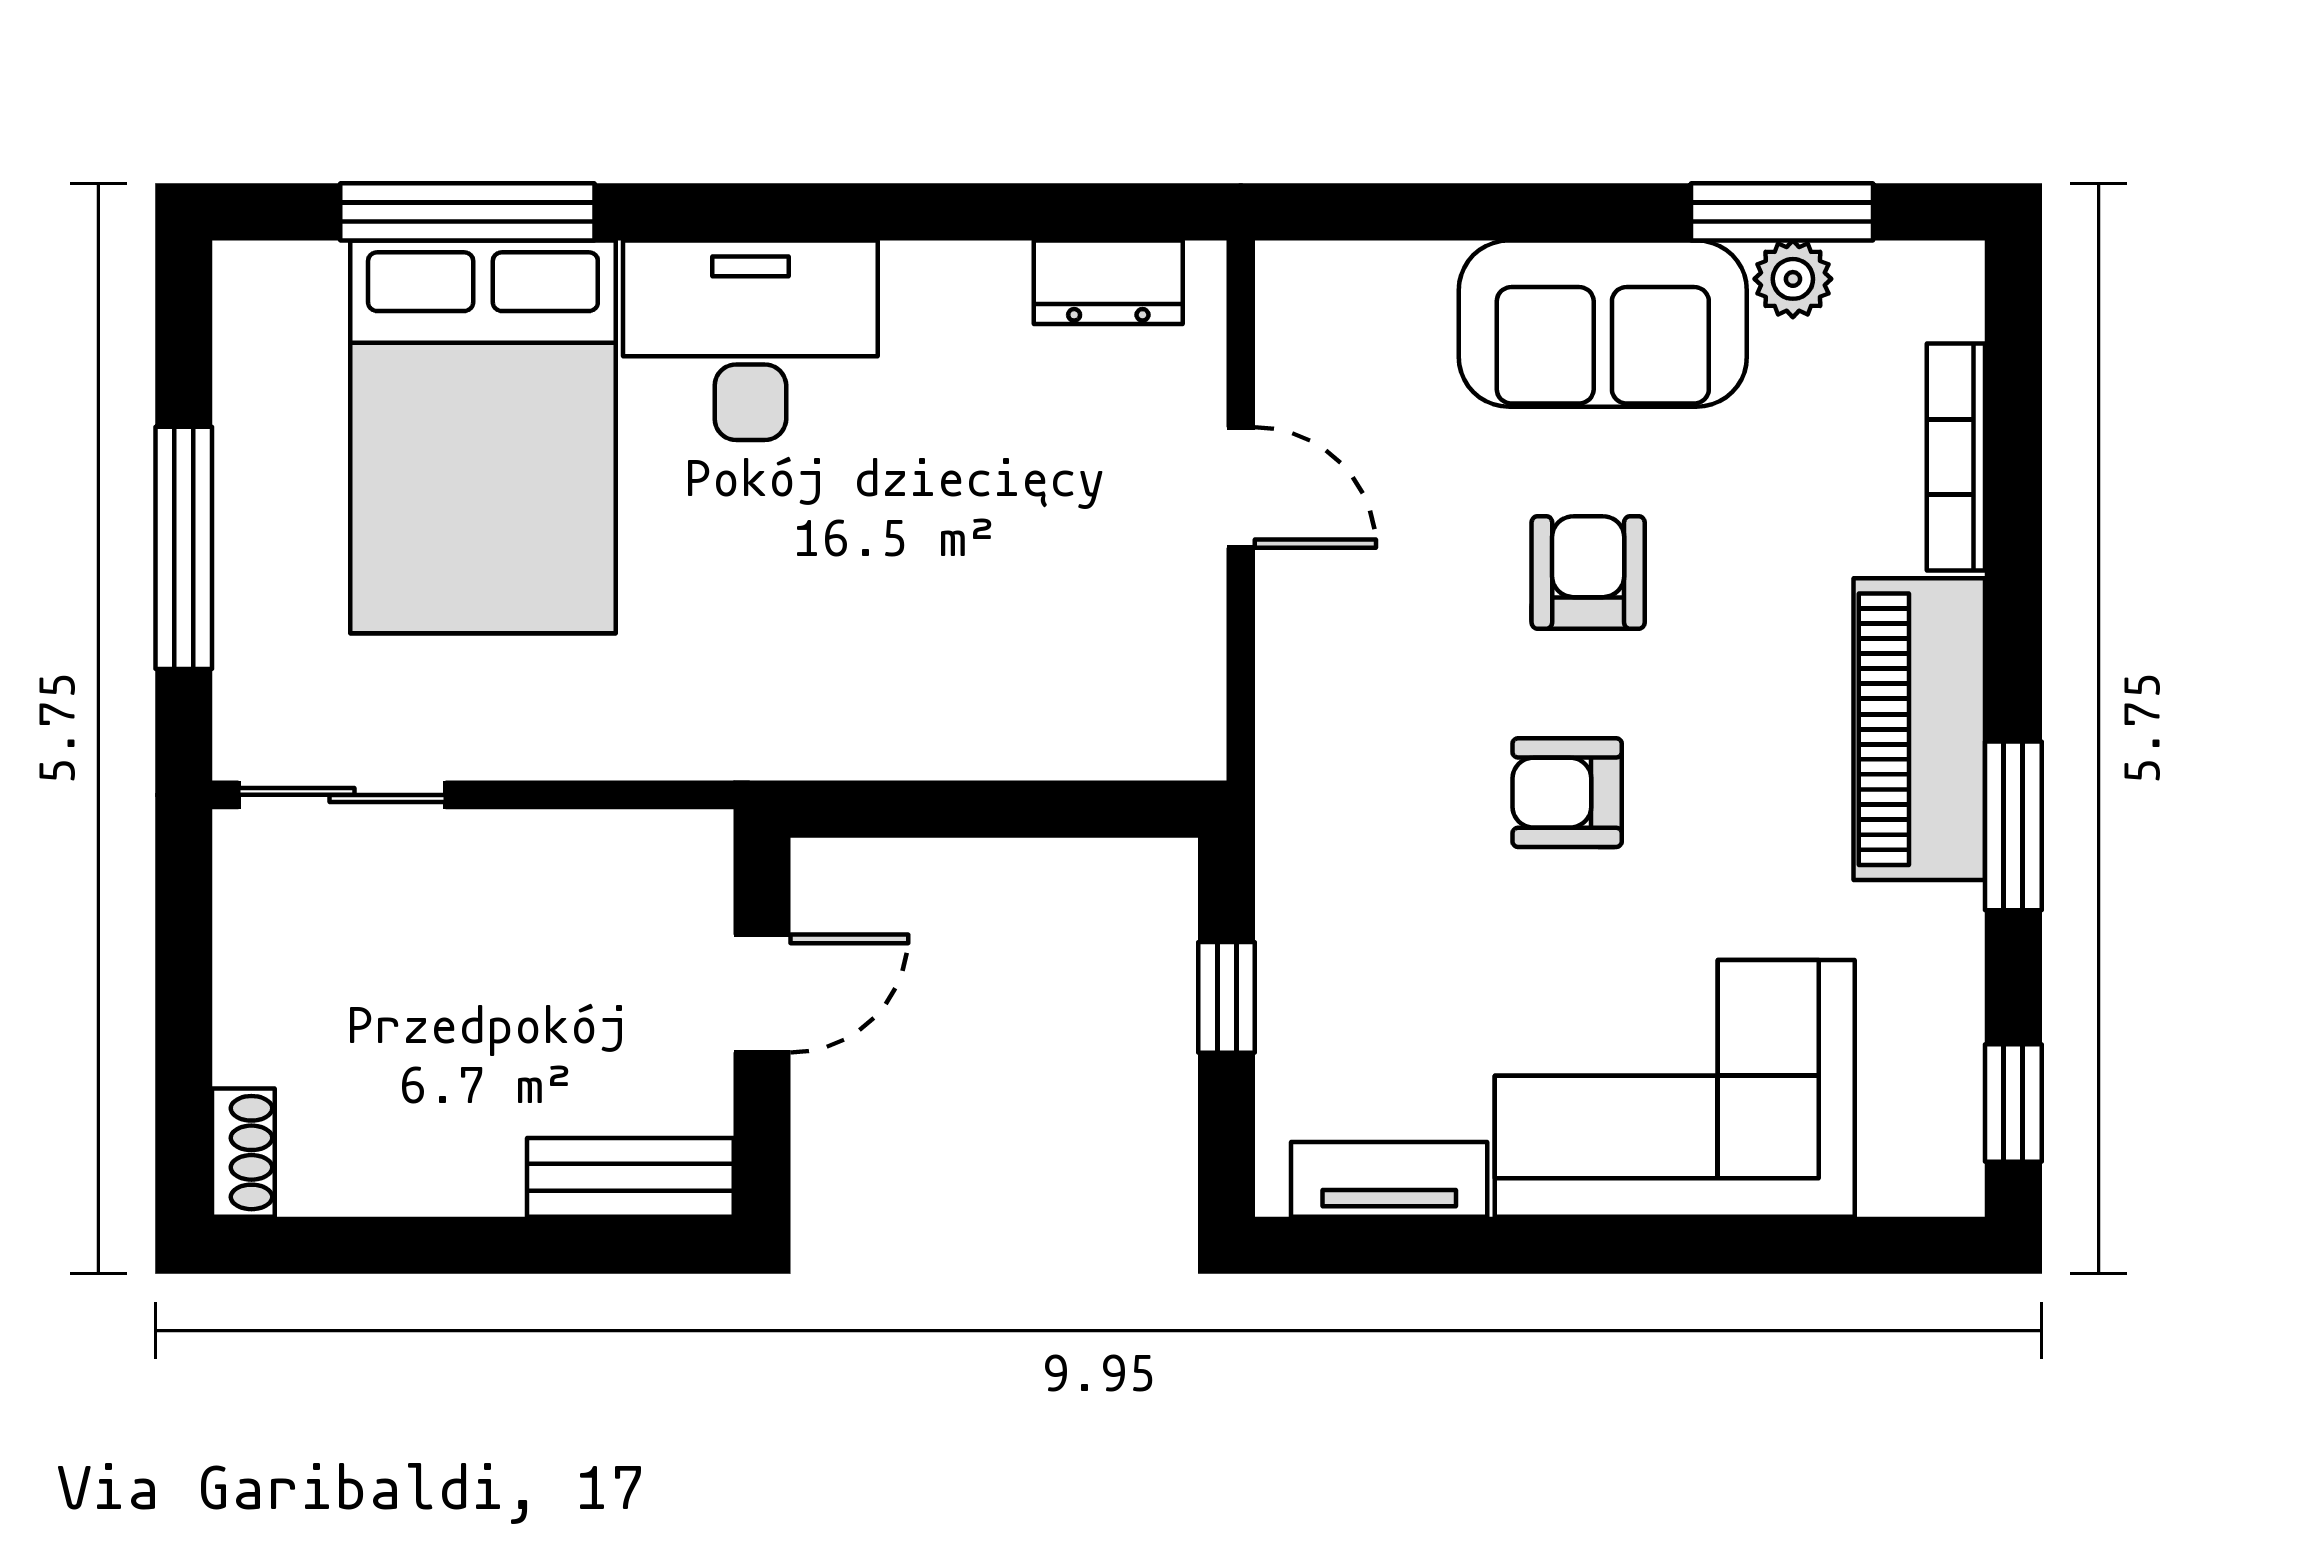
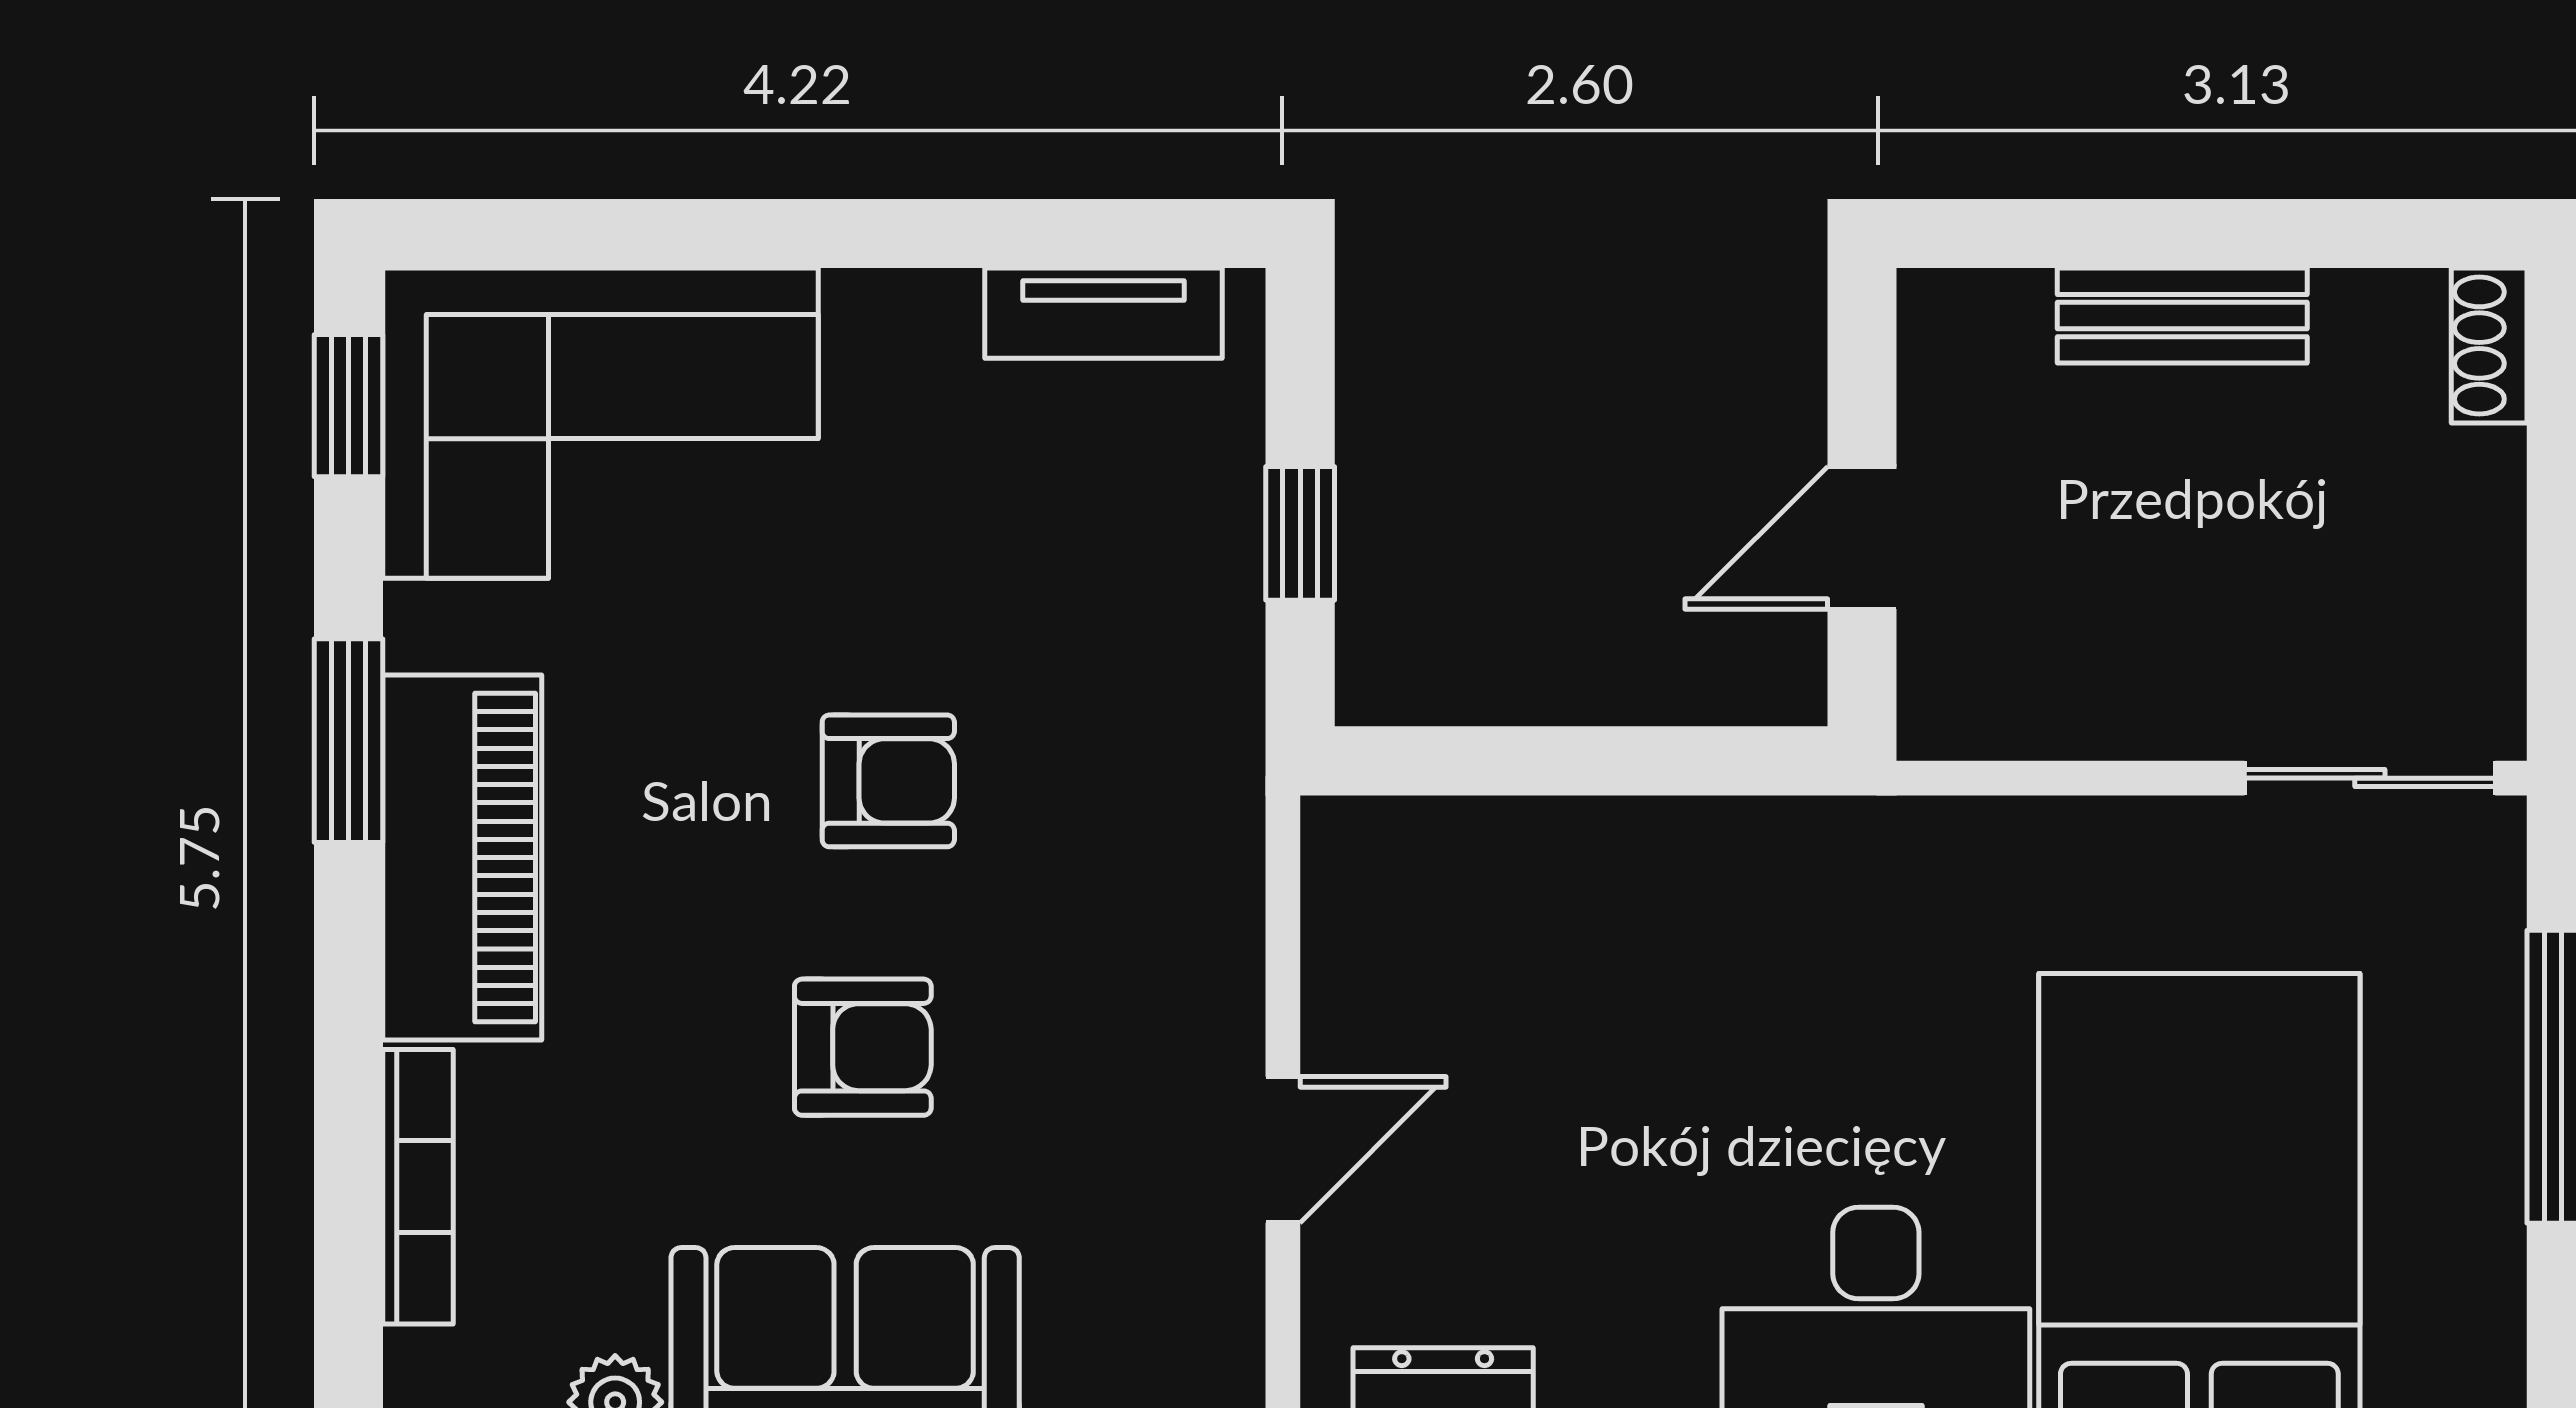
door: (1241, 488) -> (1283, 1150), swing flipped
armchair: (1588, 572) -> (863, 1047), turned -90
corner sofa: (1675, 1088) -> (601, 423), moved
bench: (630, 1177) -> (2182, 316), moved

